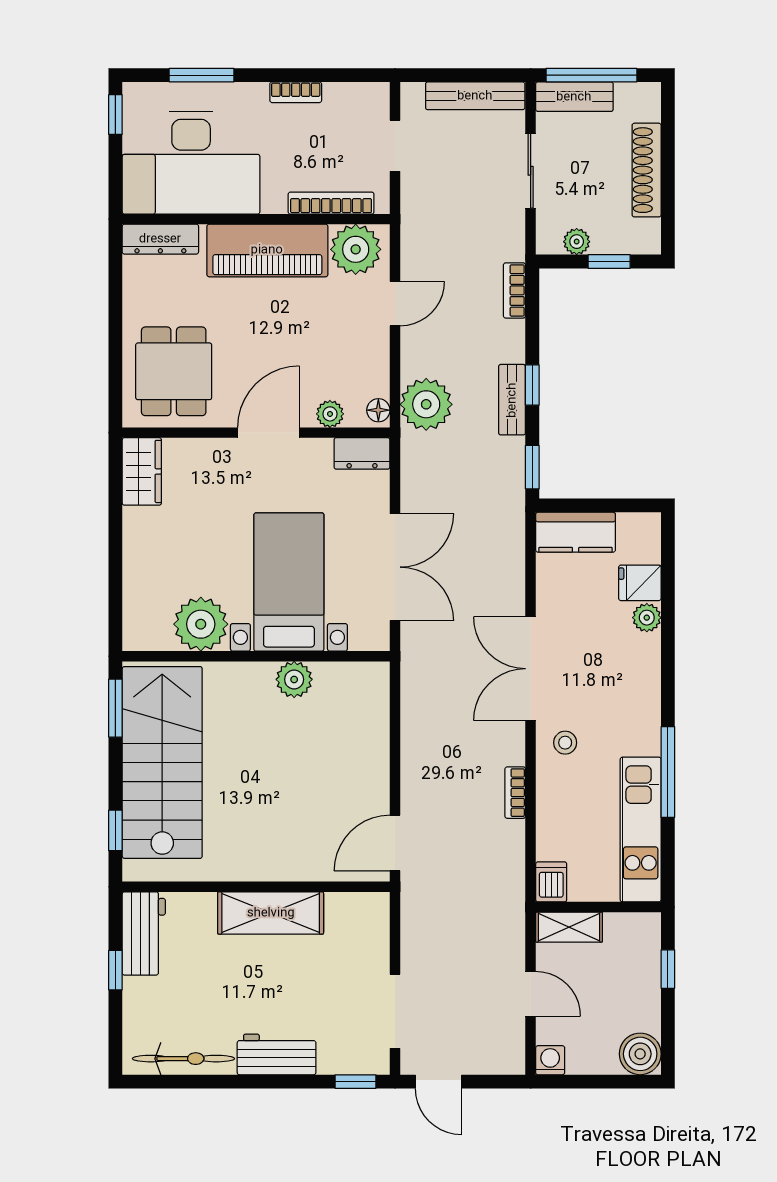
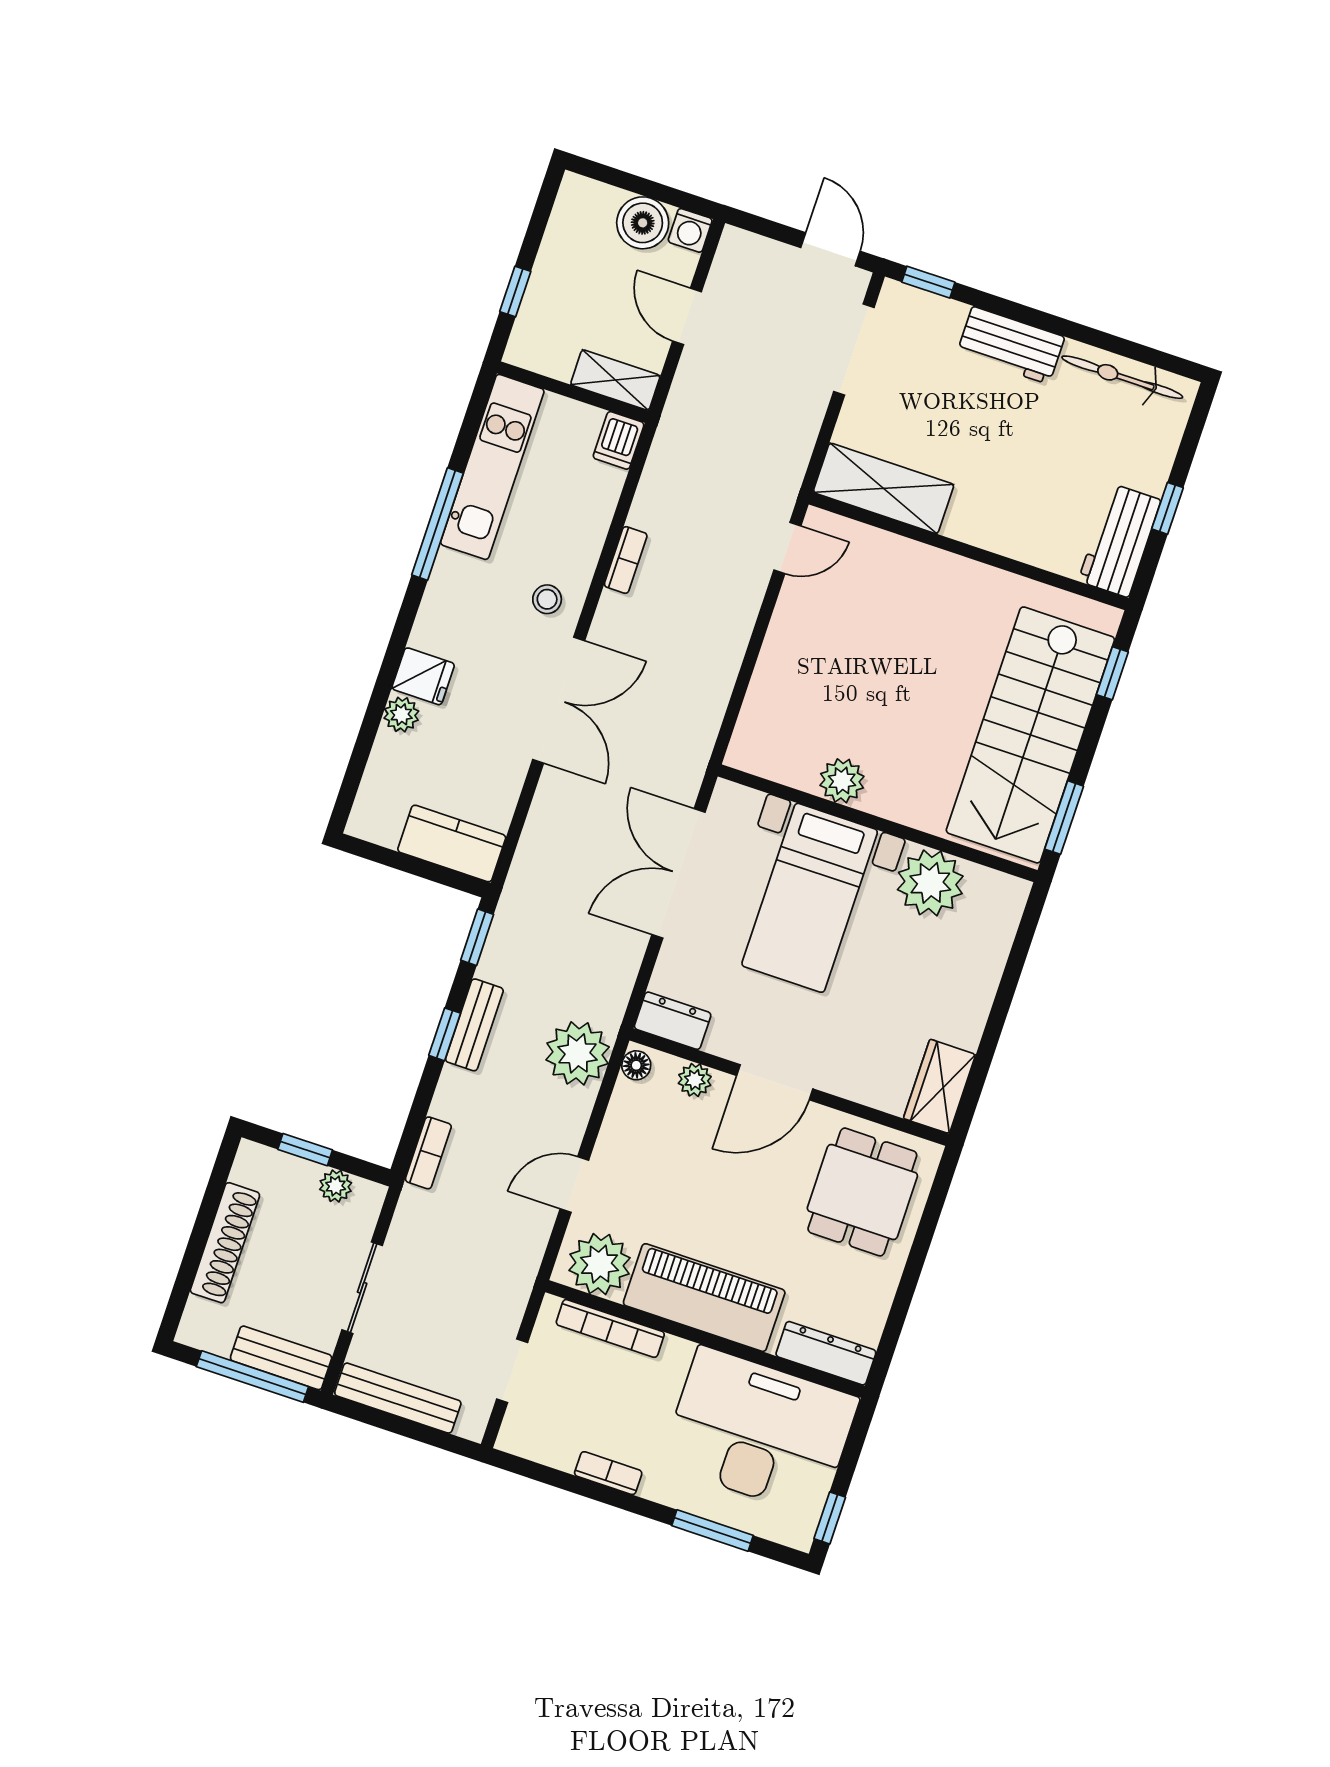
fridge: (640, 583) -> (423, 676), moved
door: (395, 843) -> (787, 548), width x0.73
shelving: (271, 913) -> (884, 488), moved
boiler: (640, 1054) -> (643, 223), moved

